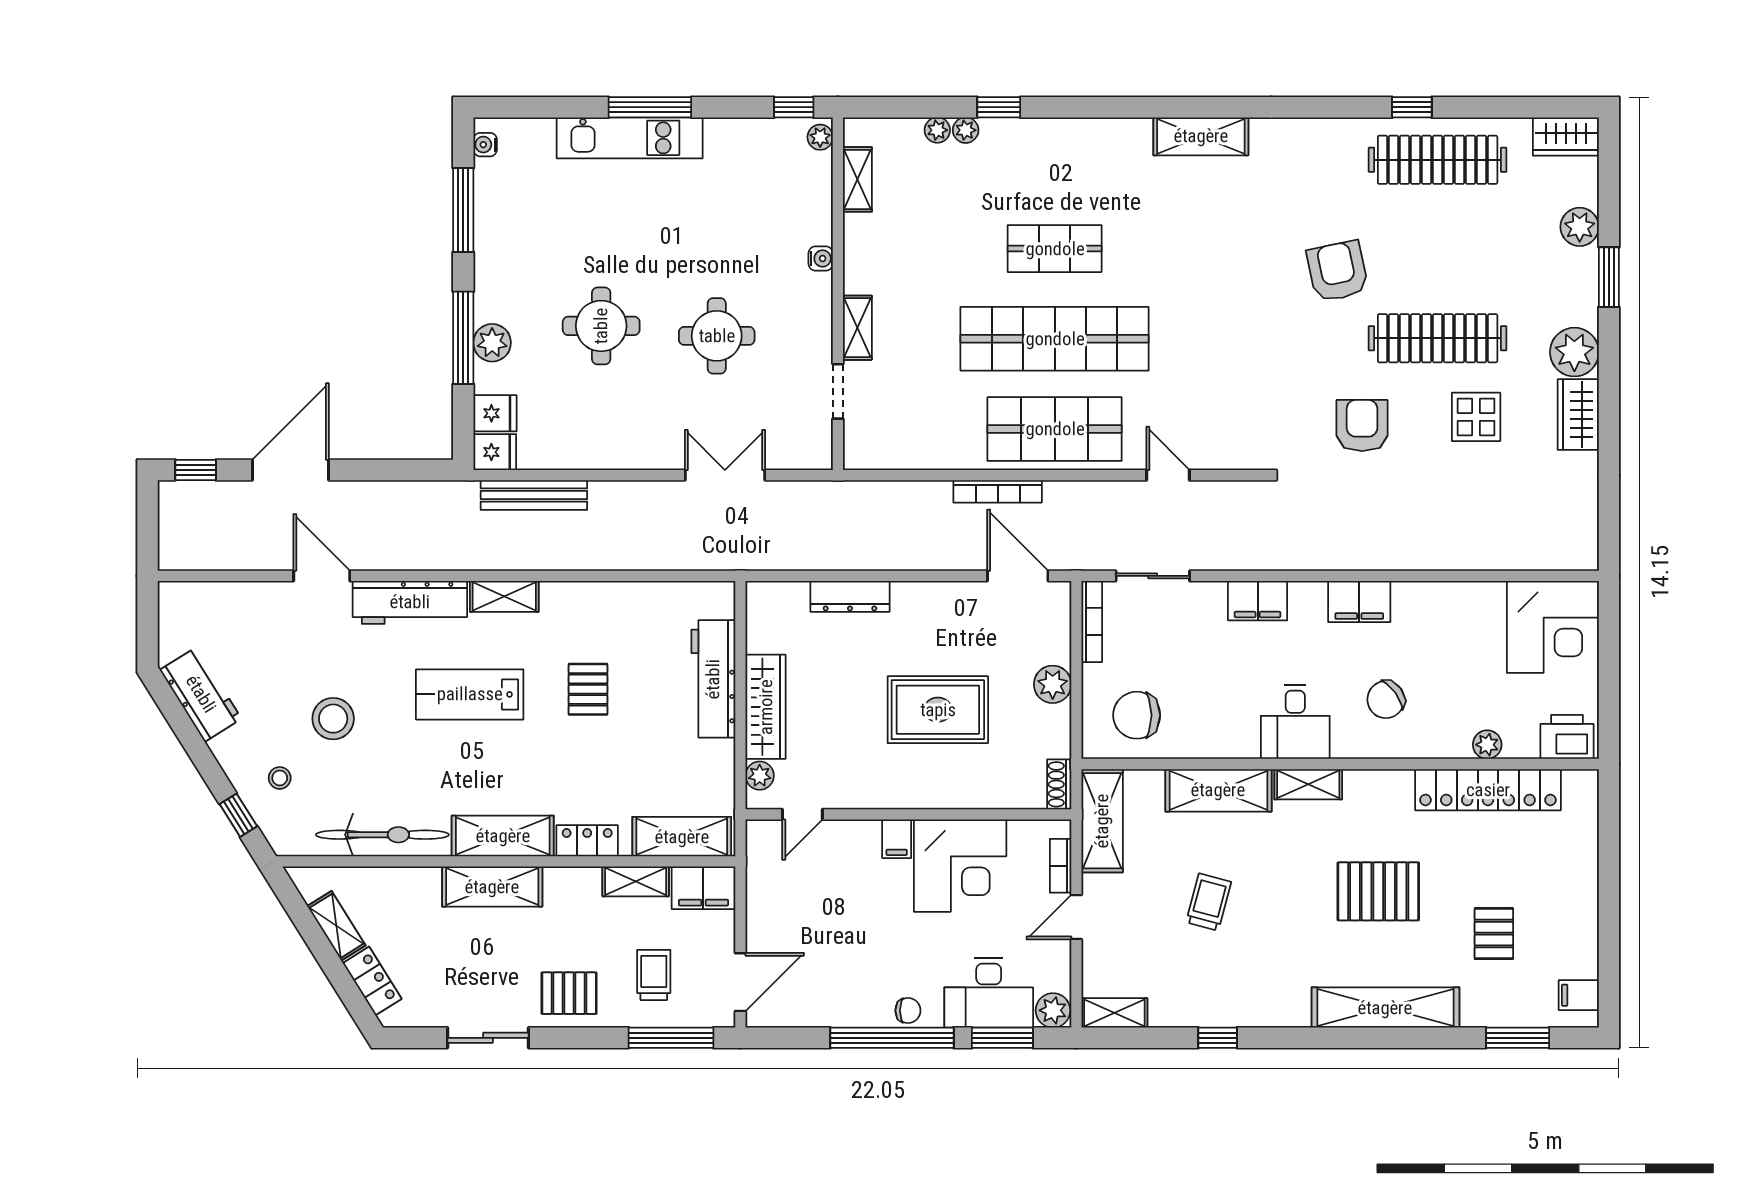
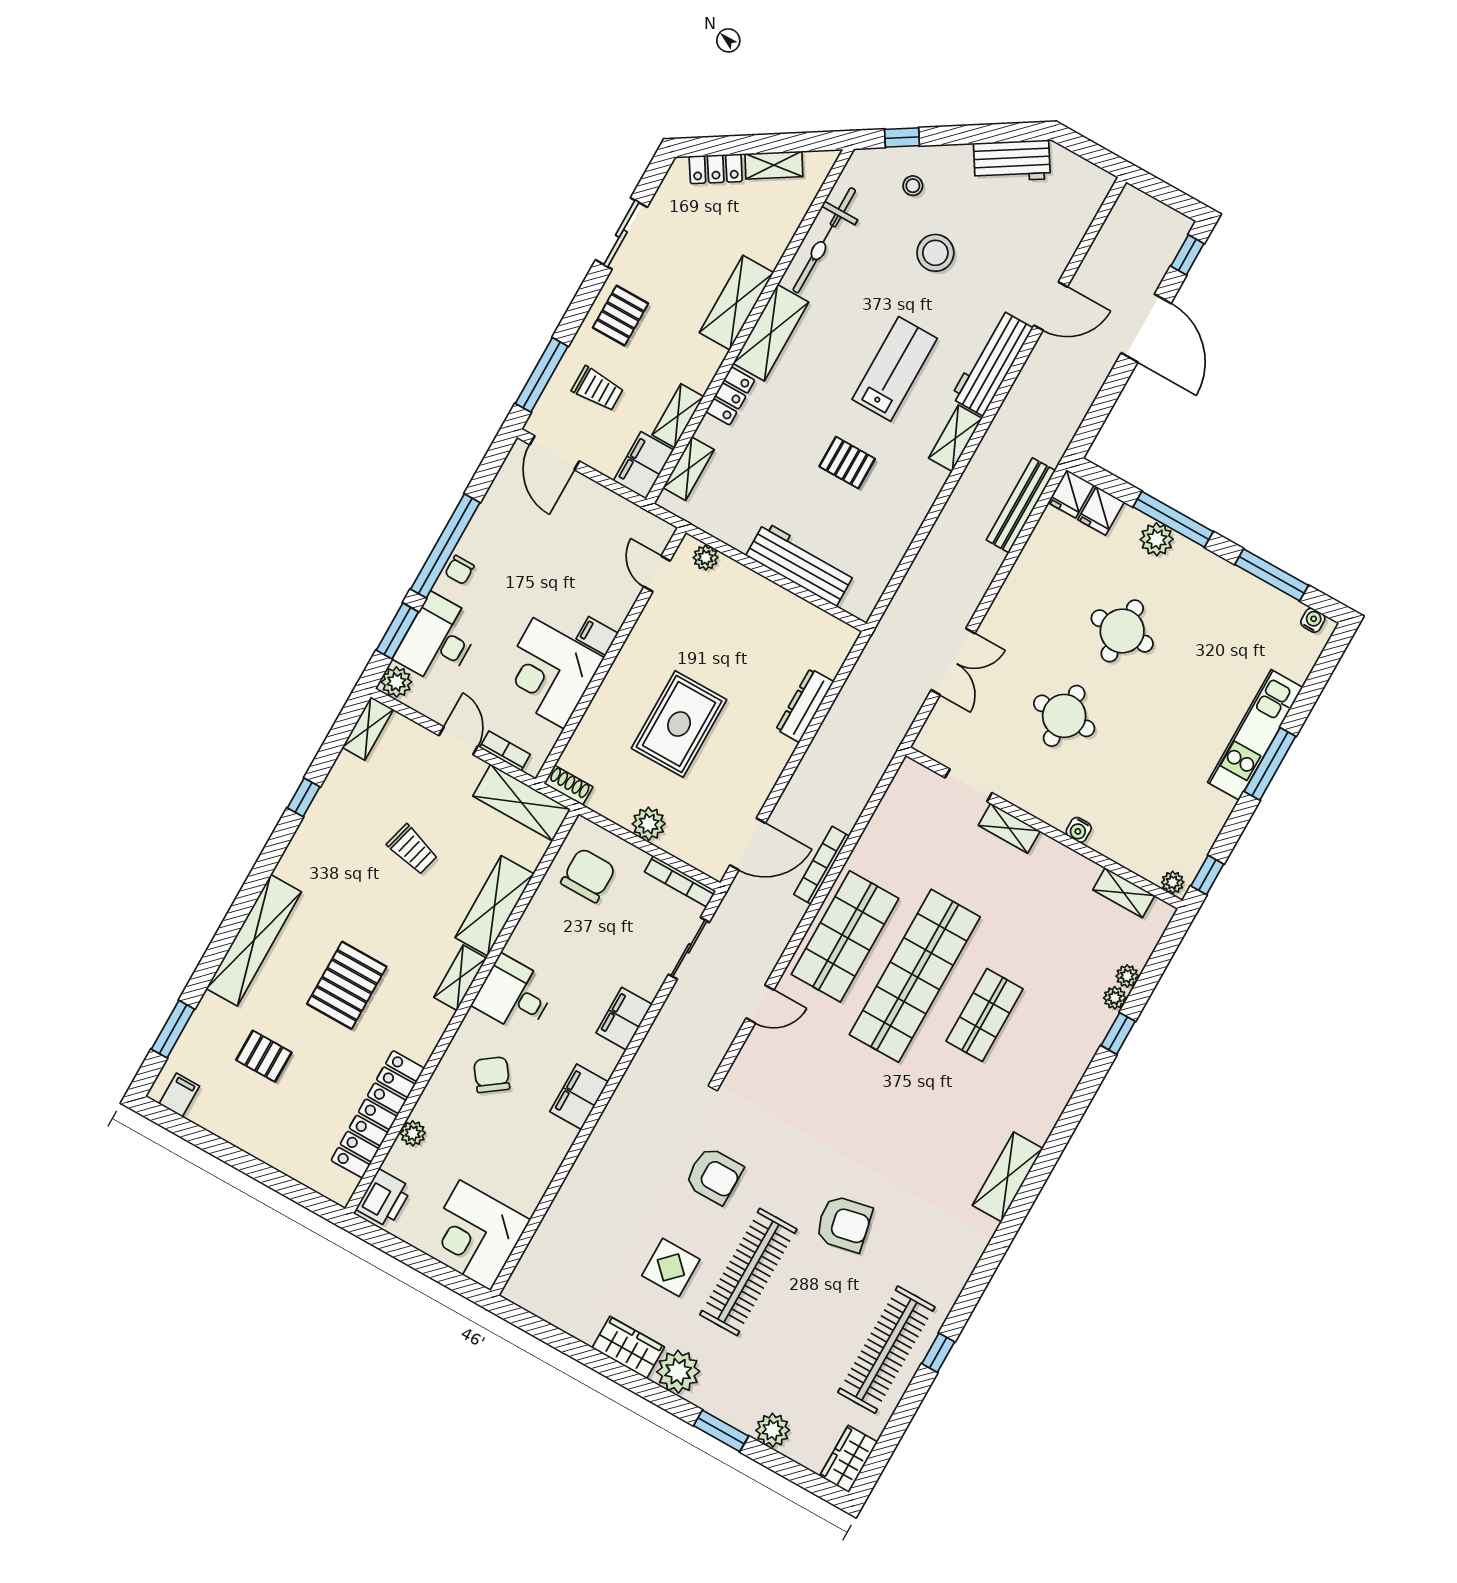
wardrobe: (766, 707) -> (756, 592), removed
shelving: (682, 837) -> (689, 469), width x0.67, depth x0.75

